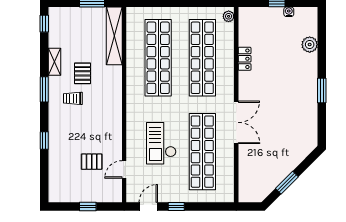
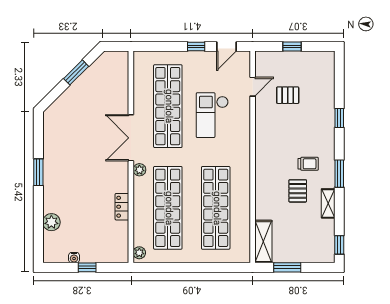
shelving: (114, 36) -> (263, 242), width x0.68
plant: (228, 93) -> (139, 170), added
checkout: (161, 143) -> (212, 115), turned 180

